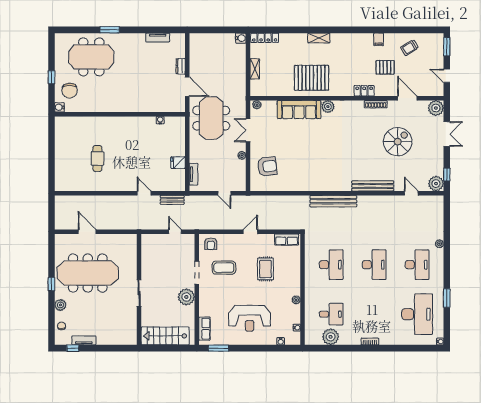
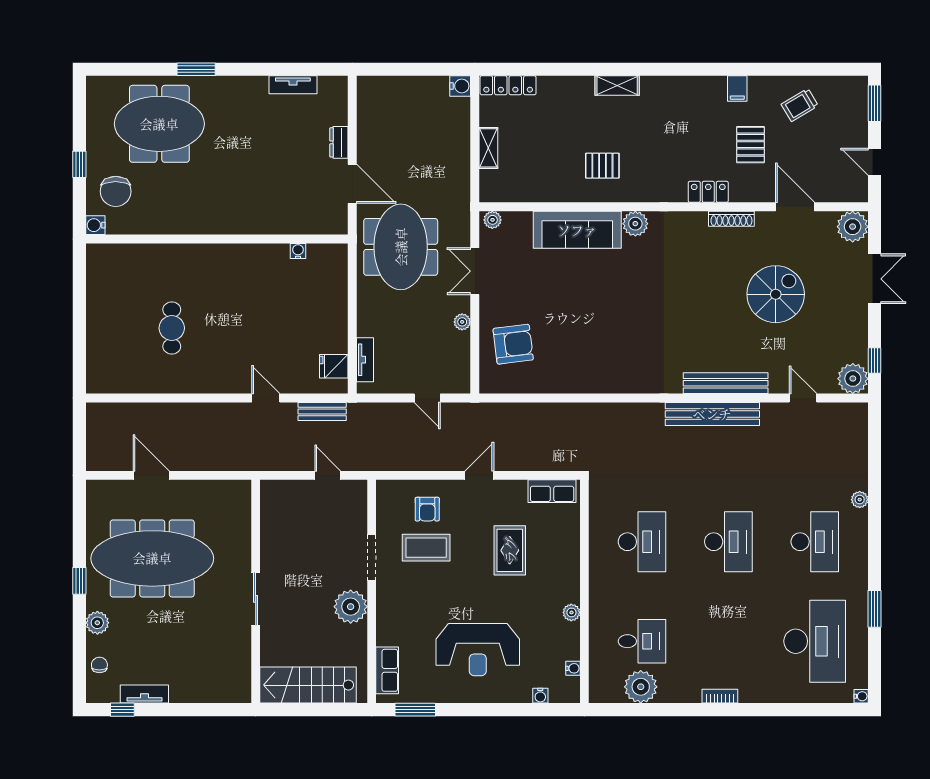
pallet: (385, 67) -> (751, 145), turned 90
pallet: (312, 78) -> (602, 166), width x0.49, depth x0.50
fridge: (178, 163) -> (334, 366), moved
bench: (333, 201) -> (712, 414), moved
armchair: (211, 244) -> (427, 509), moved

